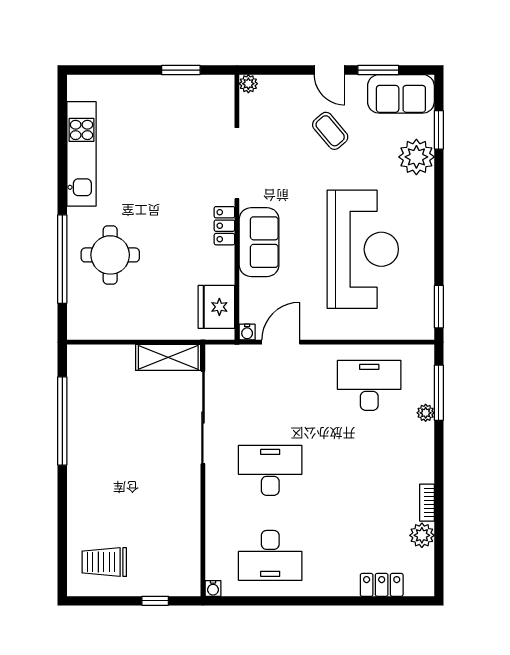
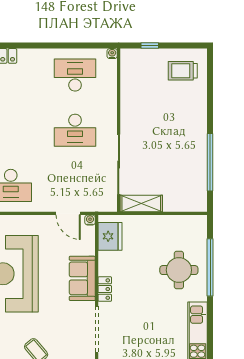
door: (281, 342) -> (68, 213), hinge flipped
trolley: (104, 562) -> (183, 71), turned 180

